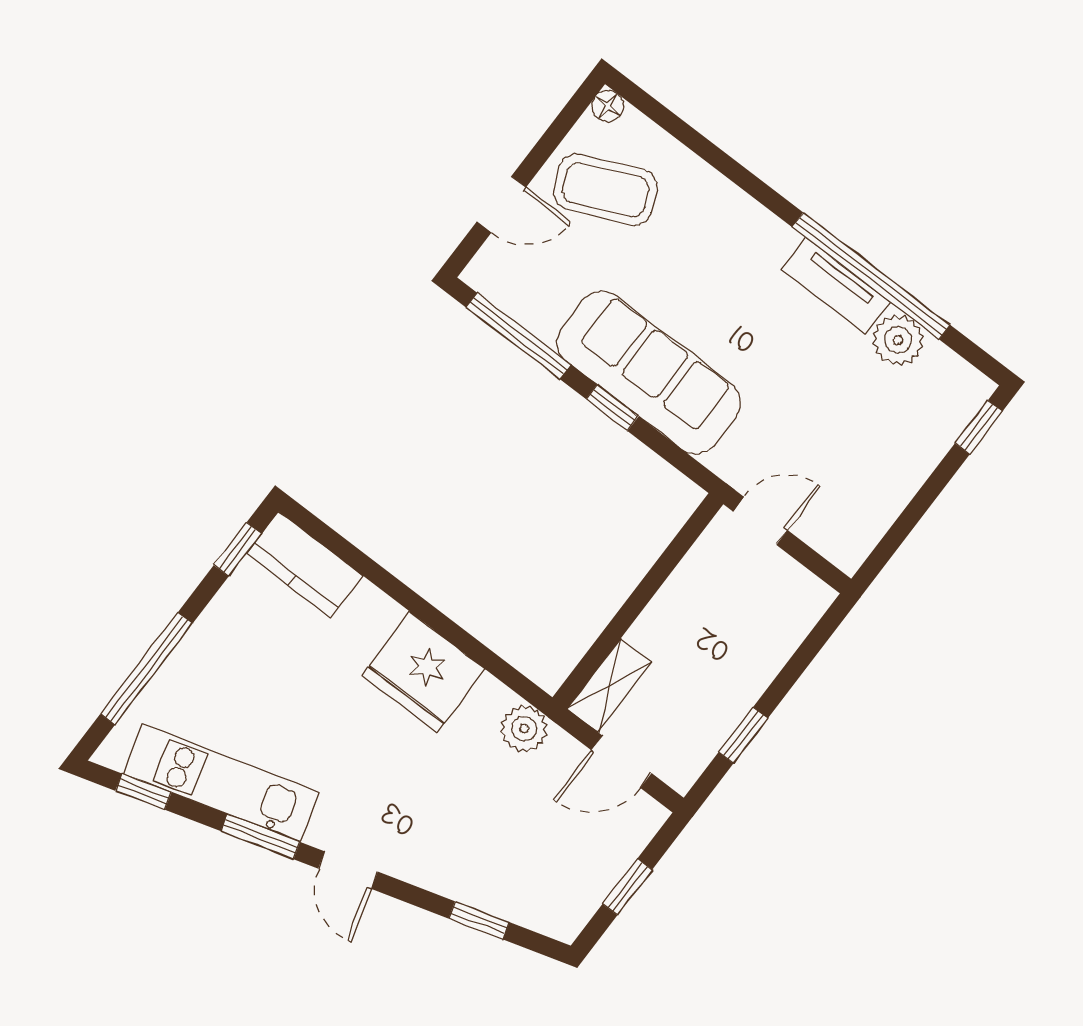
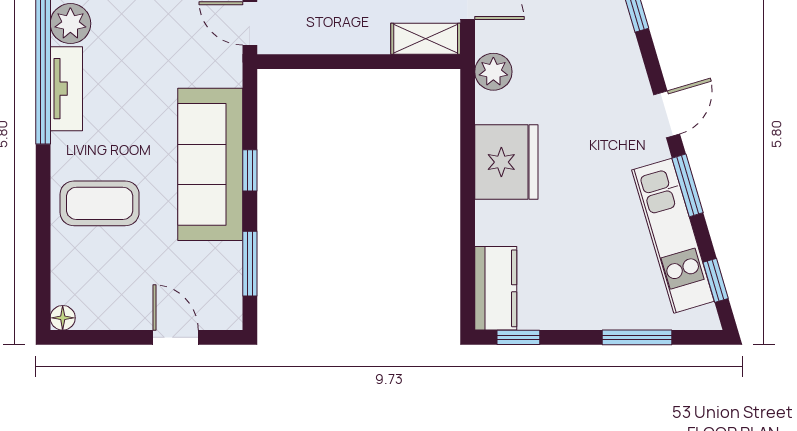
coffee table: (606, 190) -> (100, 203), moved, turned -66
window: (518, 336) -> (250, 264), width x0.69
window: (146, 669) -> (637, 337), width x0.69

